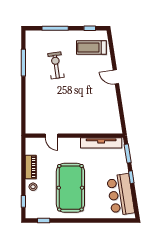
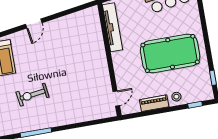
door: (52, 136) -> (116, 98), moved

